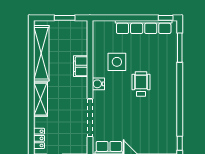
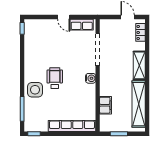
row of seats: (144, 27) -> (72, 126), moved
side table: (117, 62) -> (35, 90), moved
filing cabinet: (81, 66) -> (106, 105), moved
wheelchair: (141, 84) -> (55, 78), turned 180

